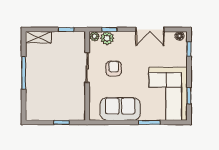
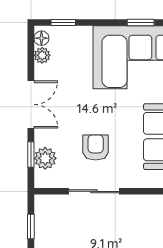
double door: (150, 30) -> (31, 104), moved
plant: (94, 36) -> (42, 55), moved
armchair: (114, 69) -> (96, 147), turned 90

